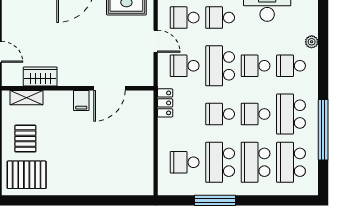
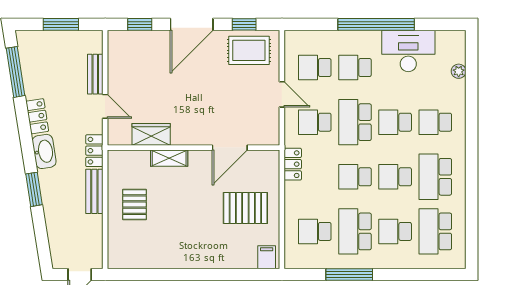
plant: (312, 42) -> (459, 71), moved
shelving: (26, 98) -> (169, 158), moved
filing cabinet: (81, 100) -> (267, 257), moved, turned 180
window: (323, 130) -> (472, 194), removed
school desk: (256, 162) -> (395, 231), width x0.54
pallet: (27, 175) -> (245, 208), moved

